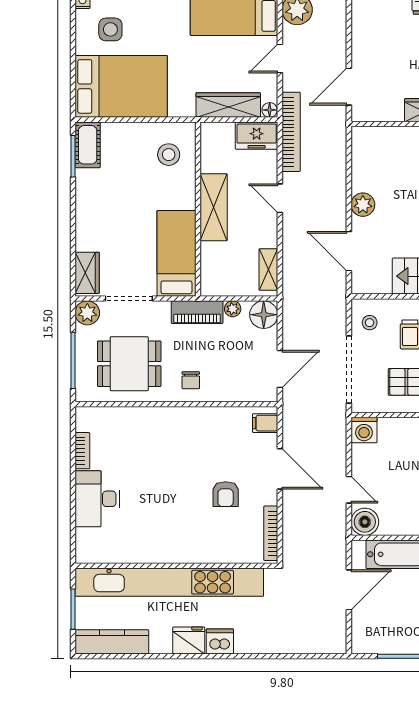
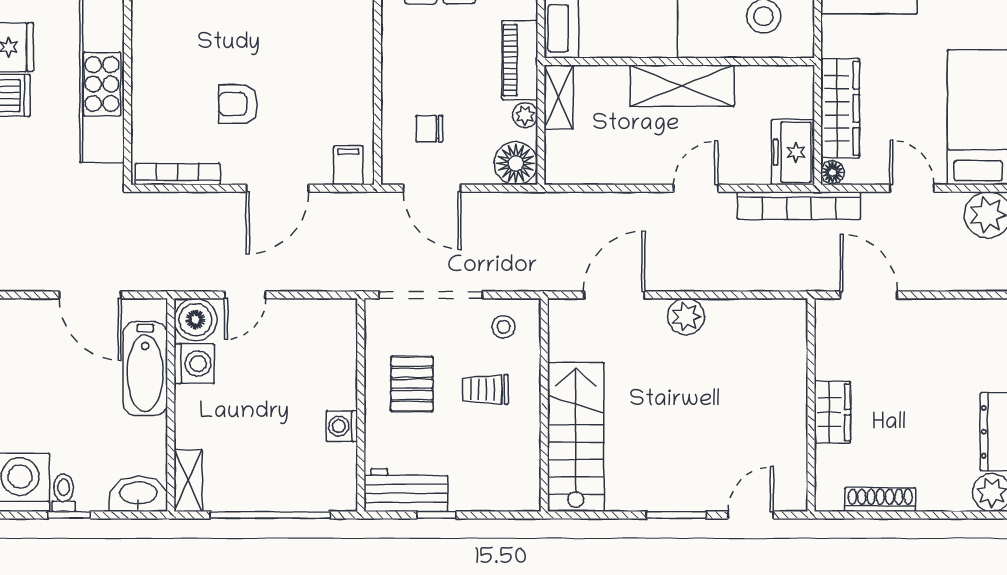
shelving: (268, 269) -> (559, 97), moved, turned 90
chair: (191, 380) -> (429, 129), moved
washing machine: (364, 430) -> (194, 364), moved, turned 180

